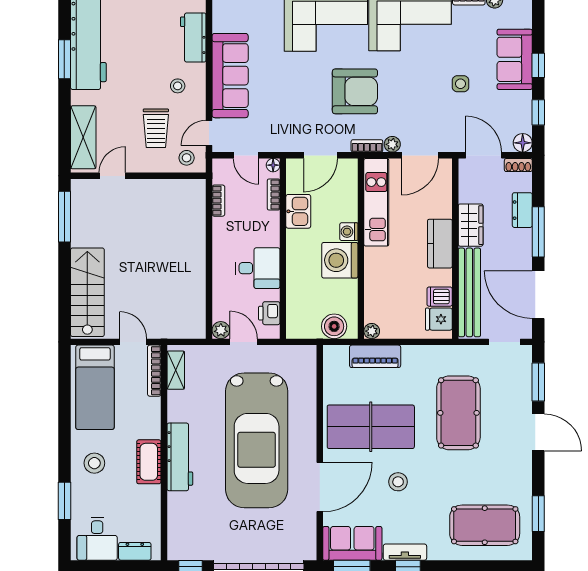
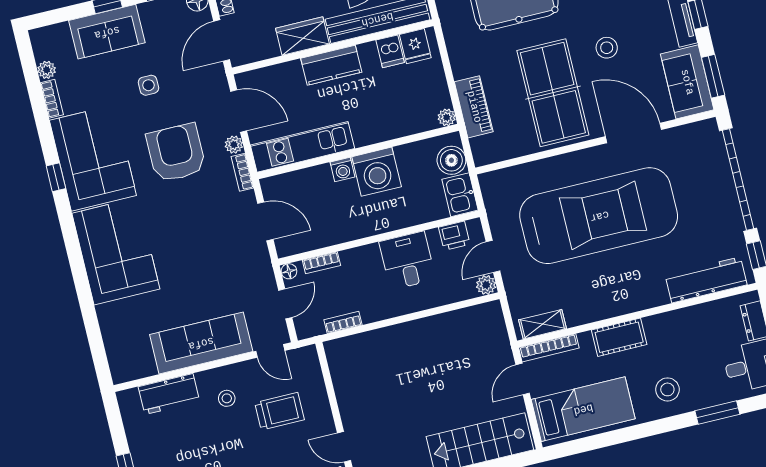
armchair: (355, 91) -> (176, 153), moved
stool: (187, 158) -> (304, 369), removed
kitchen sink: (298, 211) -> (460, 195), moved, turned -90
workbench: (180, 457) -> (706, 280), moved
cot: (149, 462) -> (619, 337), moved

